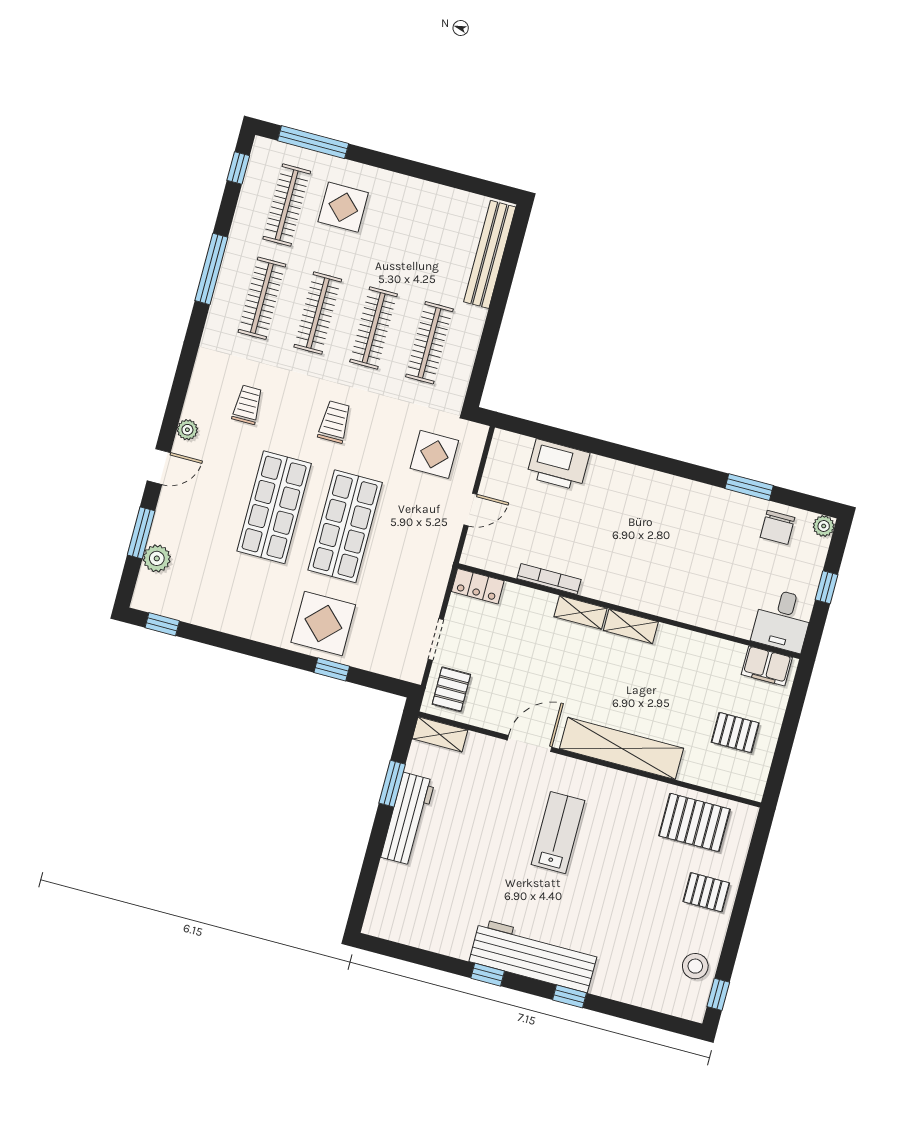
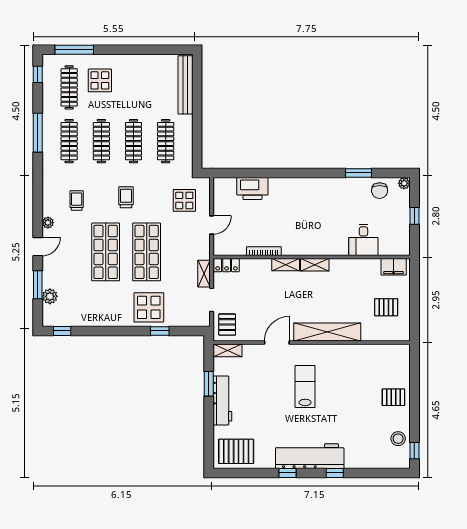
shelving: (435, 590) -> (204, 274), added
desk: (783, 620) -> (363, 240), moved
pallet: (694, 822) -> (236, 451), moved

